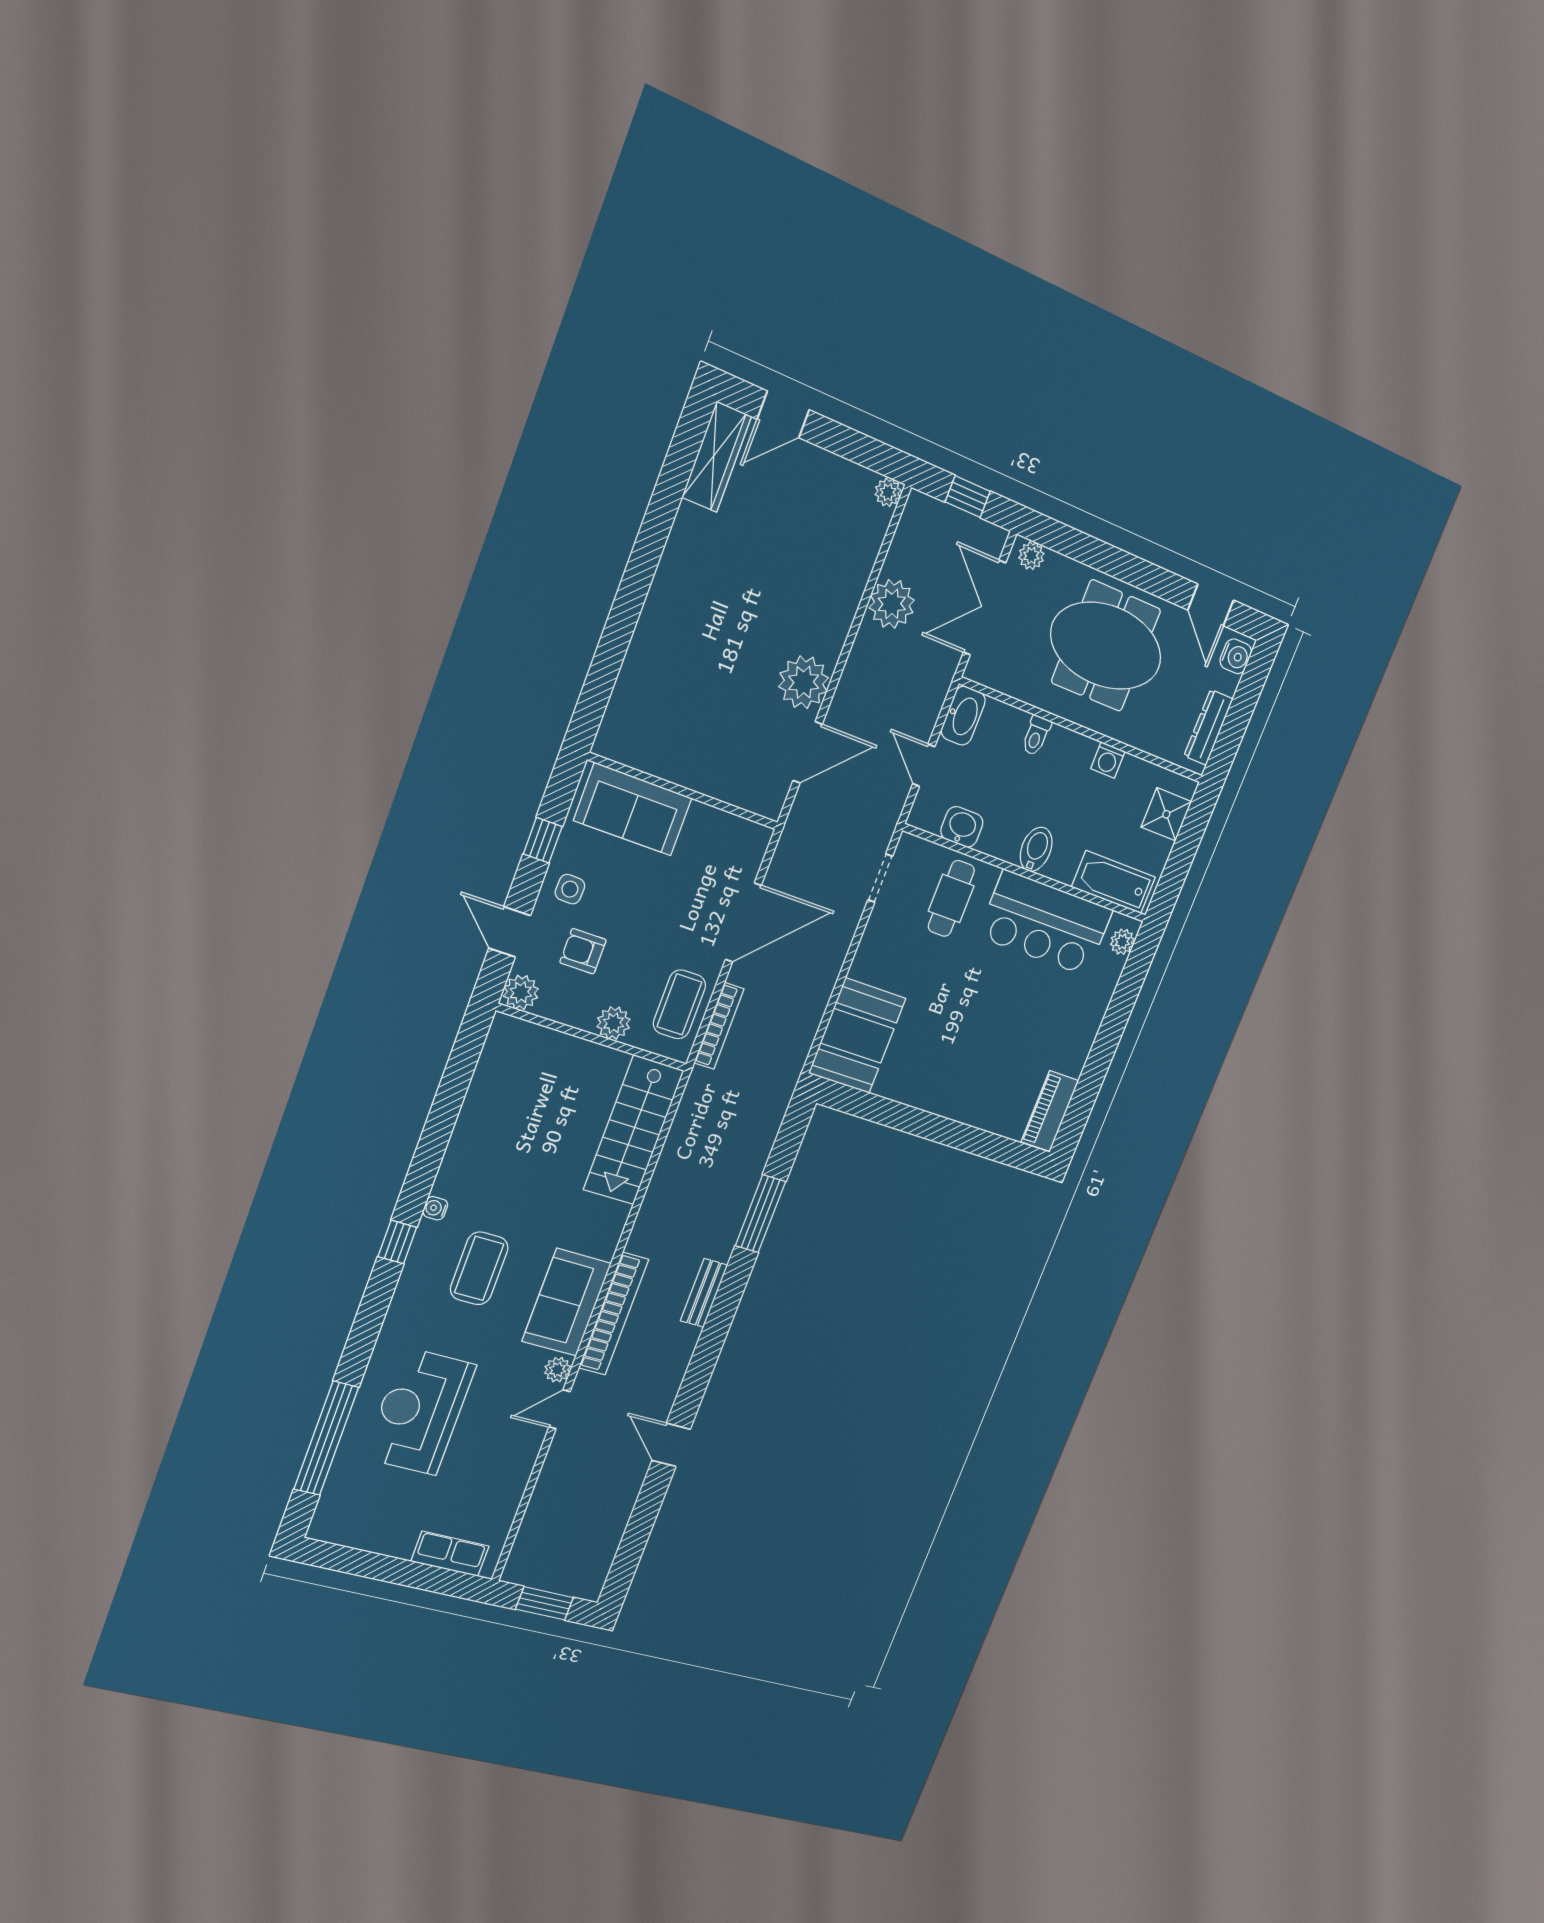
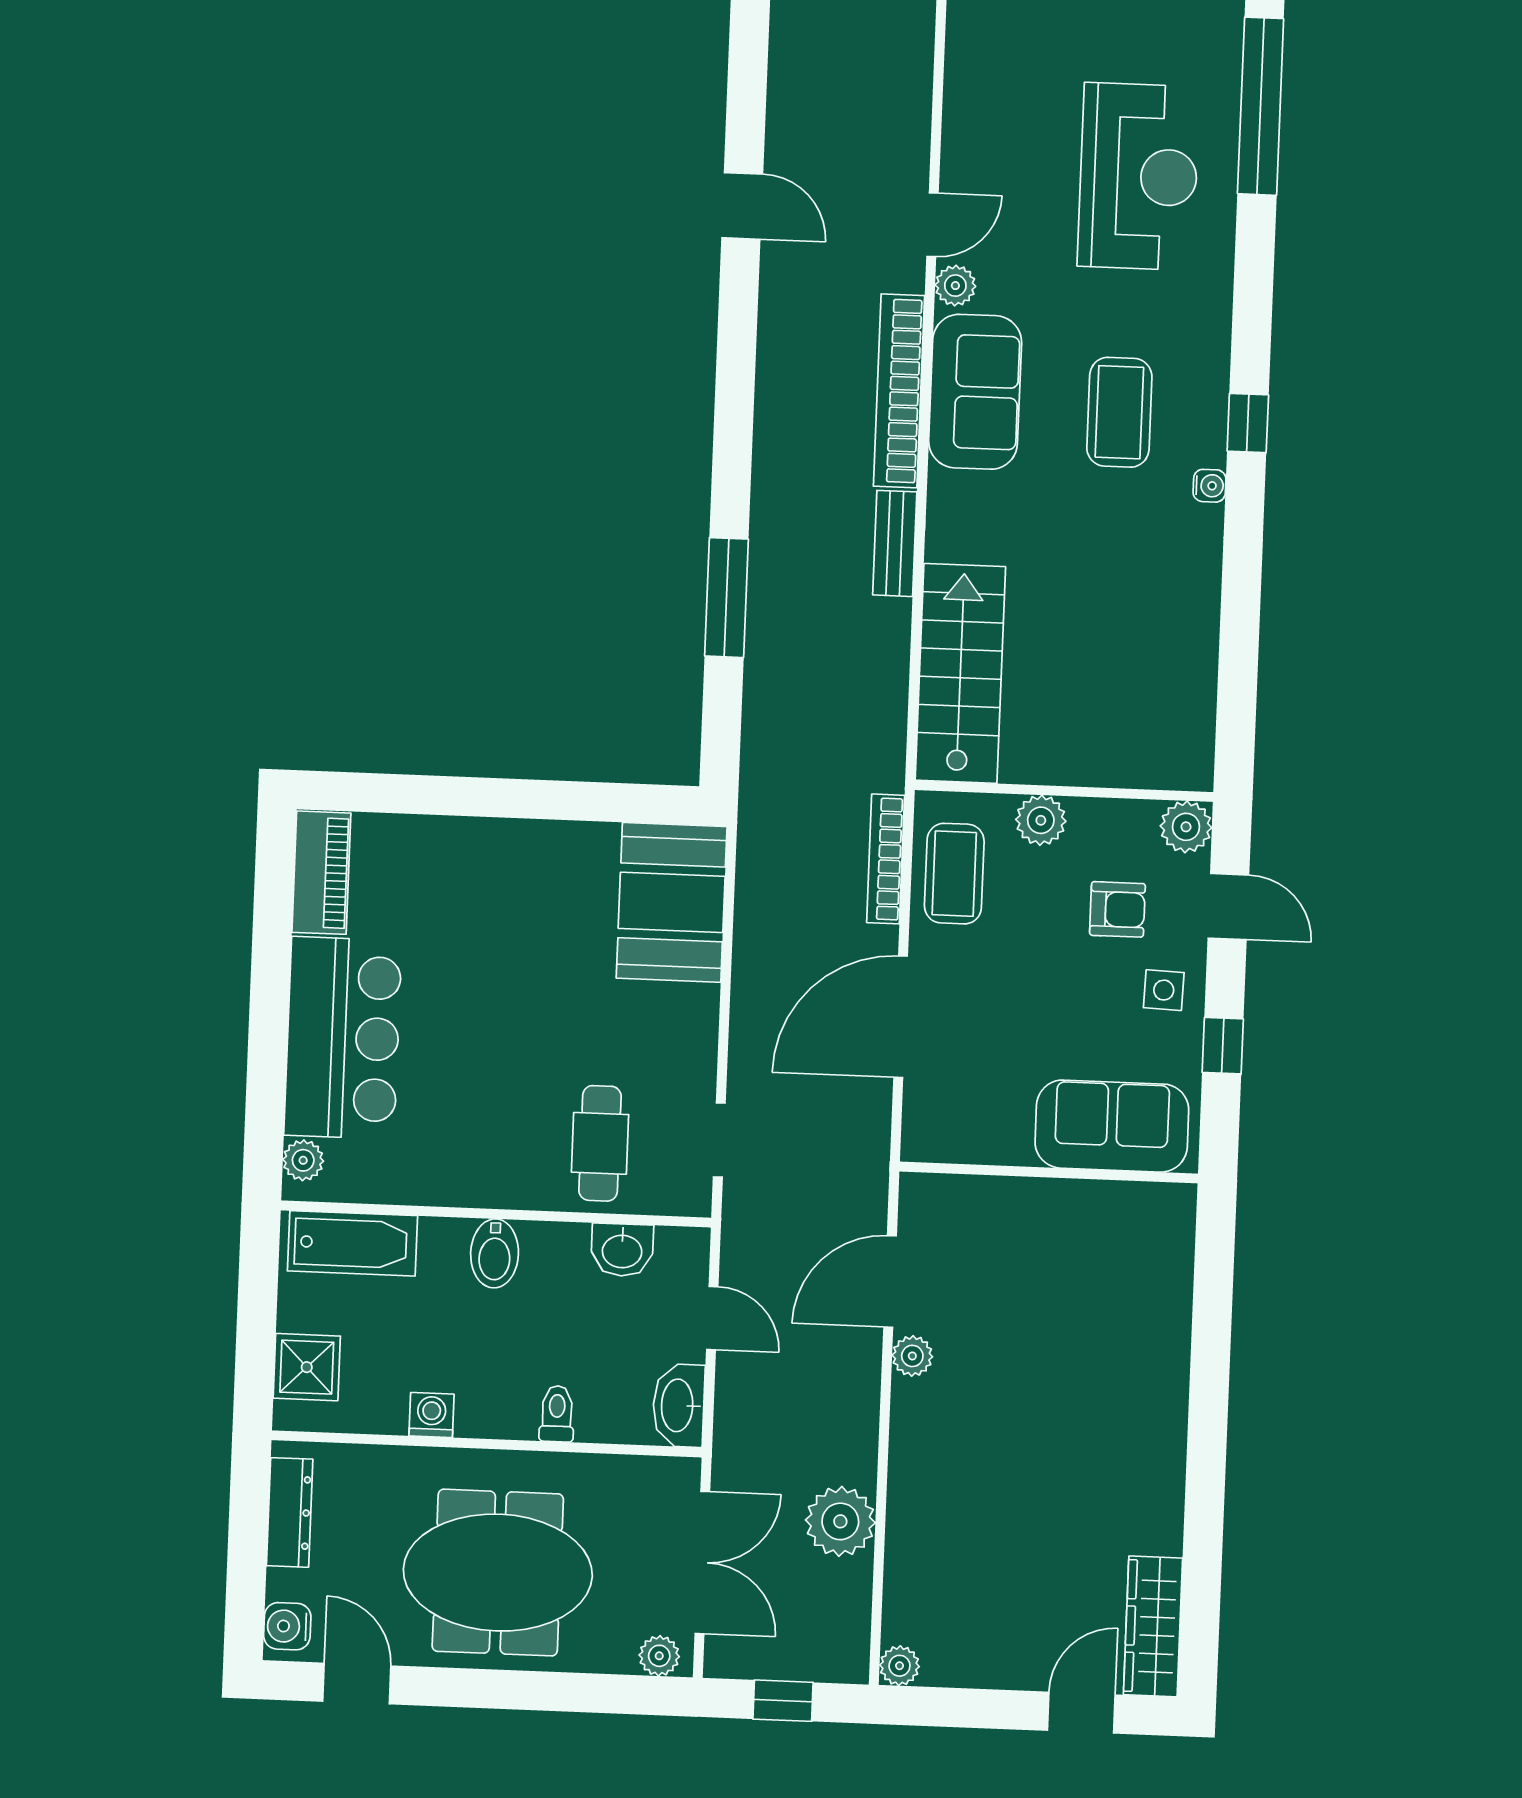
plant: (804, 682) -> (912, 1356), width x0.53, depth x0.53
bar counter: (1046, 923) -> (343, 1038), moved, turned 90
bench: (704, 1293) -> (895, 543), moved

